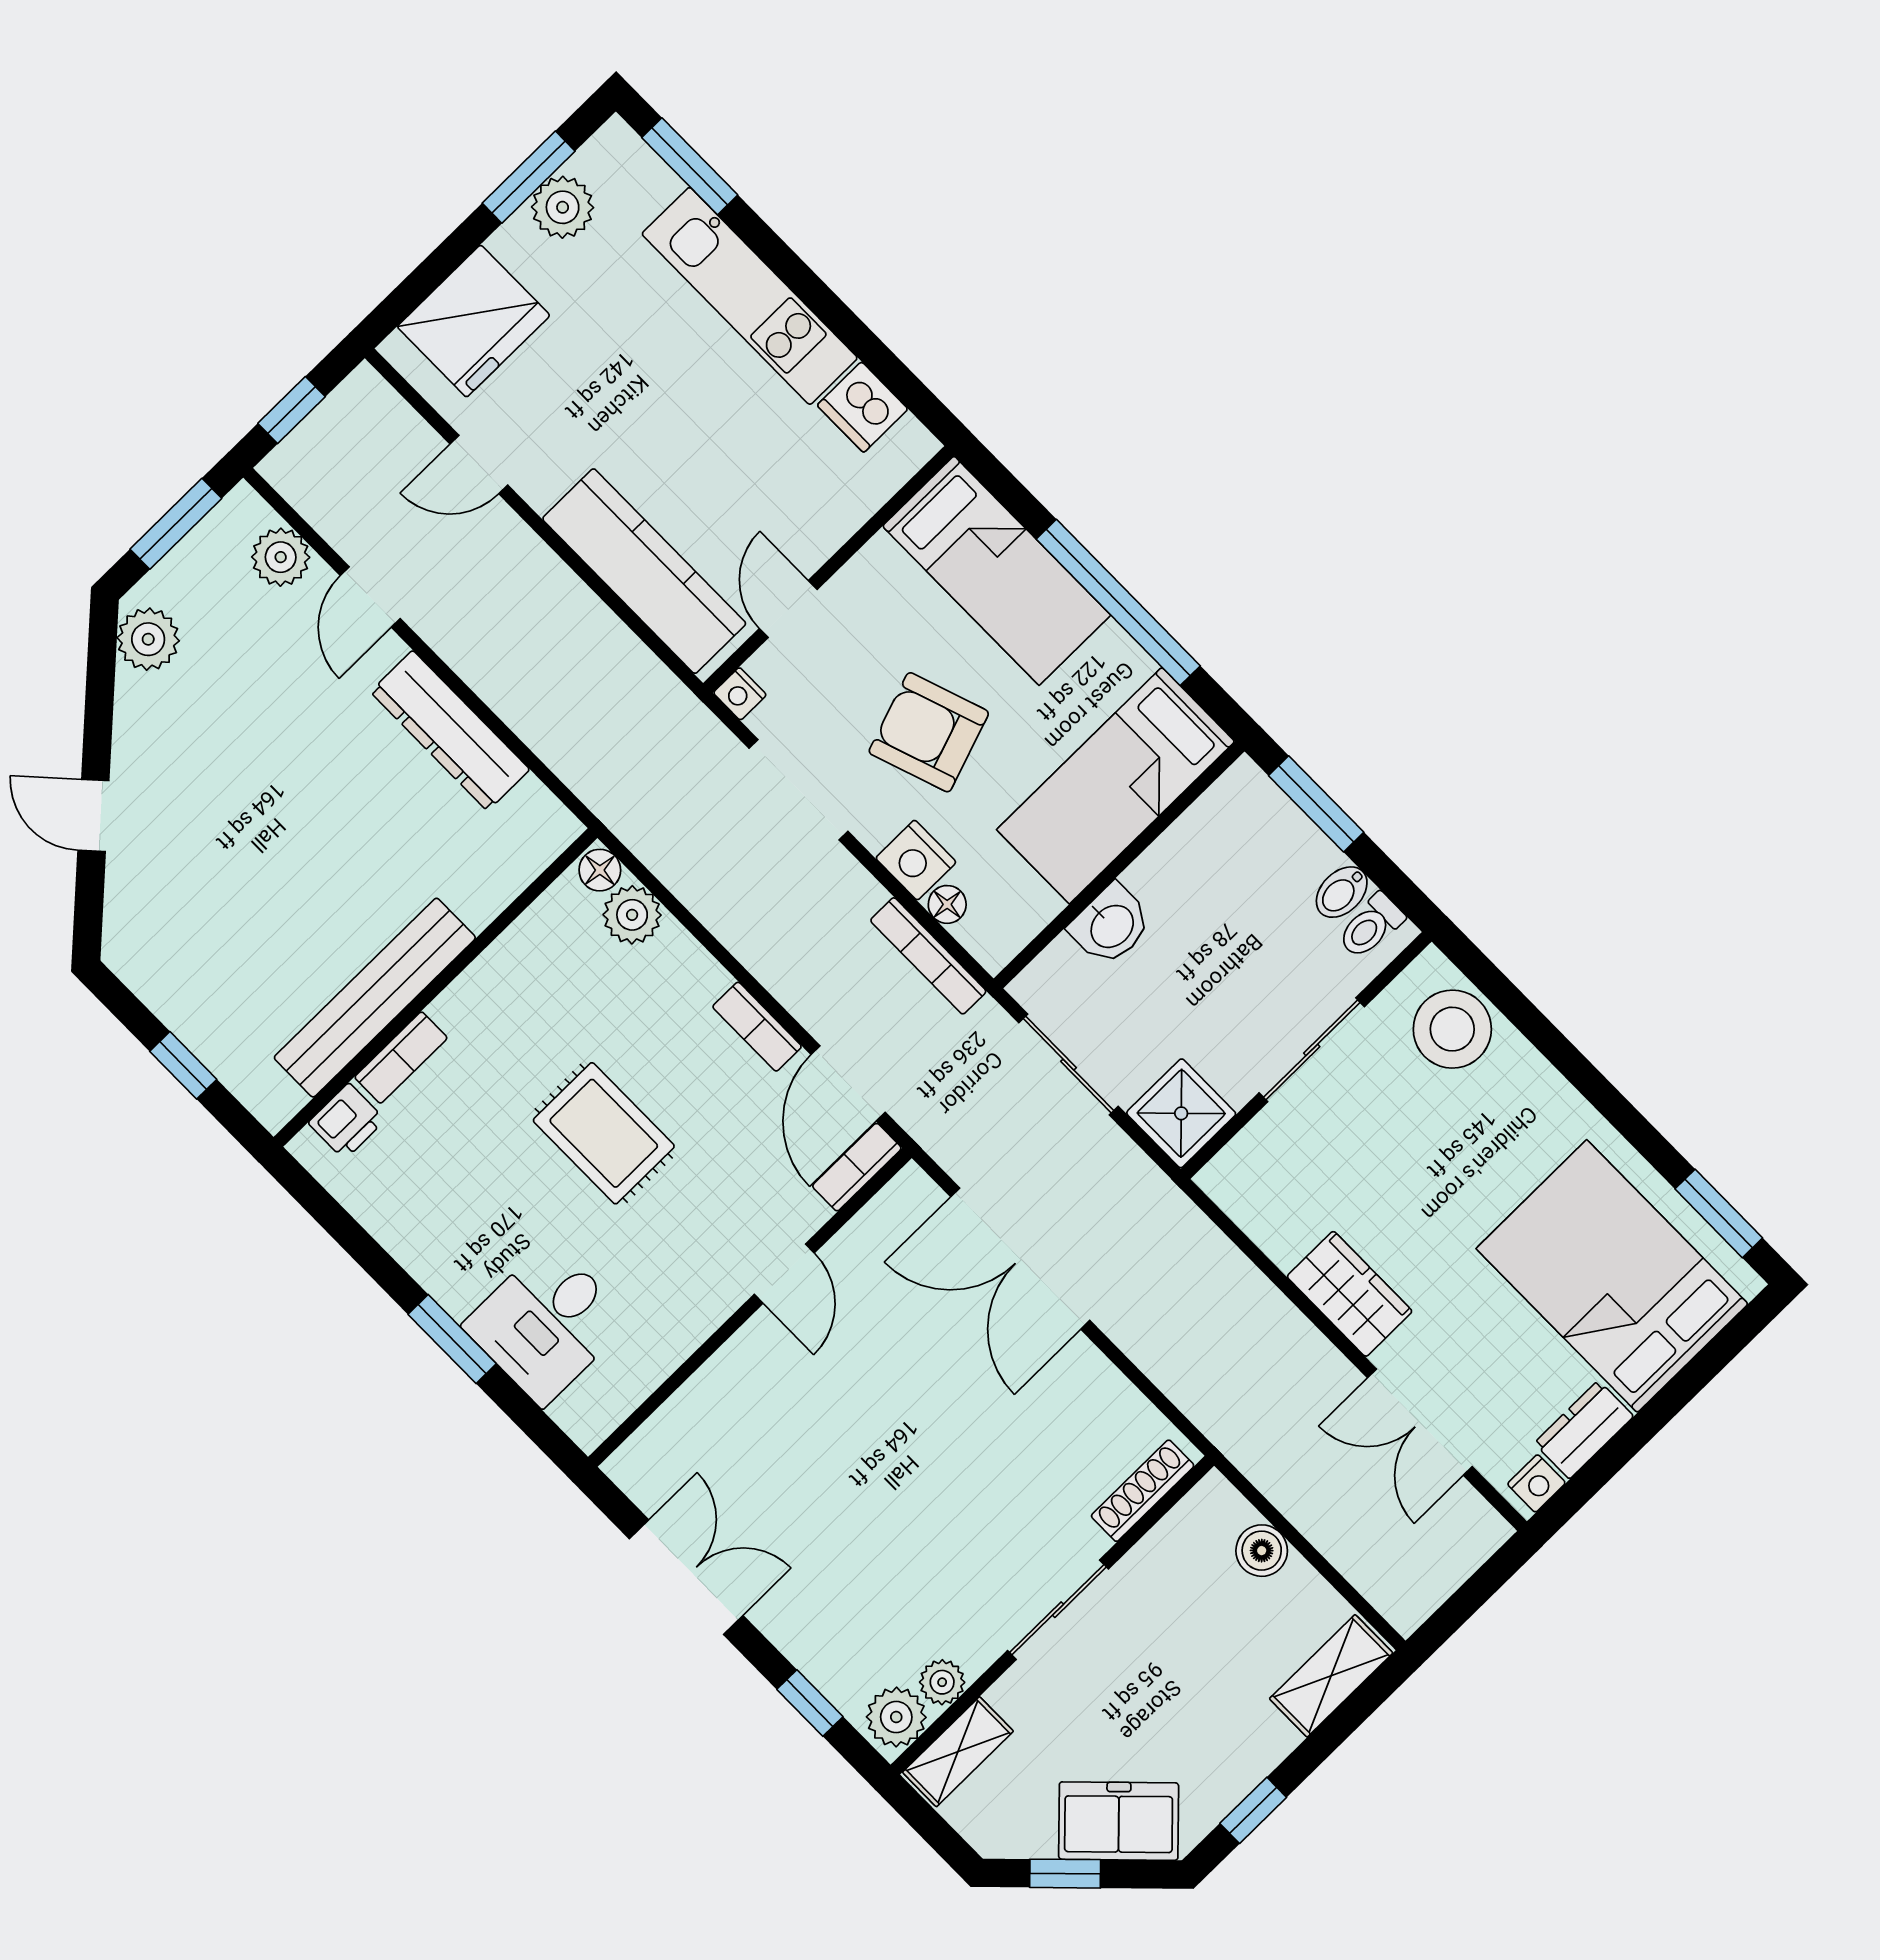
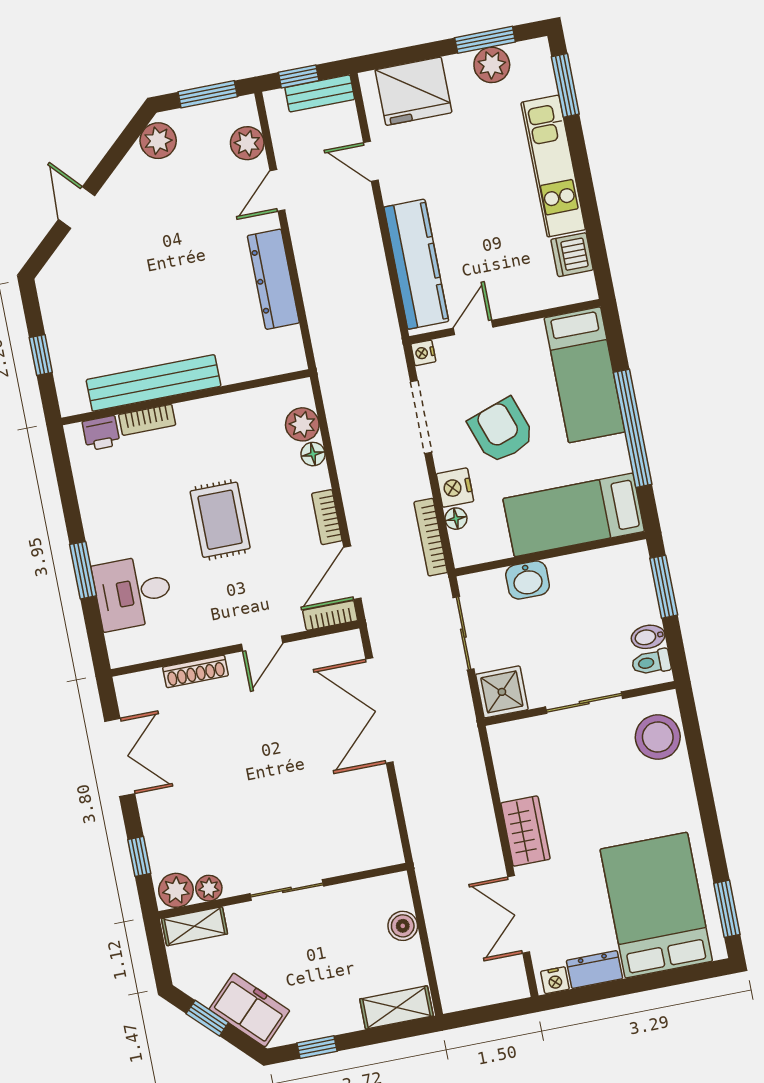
bench: (339, 415) -> (320, 93), added
floor lamp: (600, 870) -> (313, 454), moved
shoe rack: (1143, 1491) -> (196, 671), moved, turned 180

